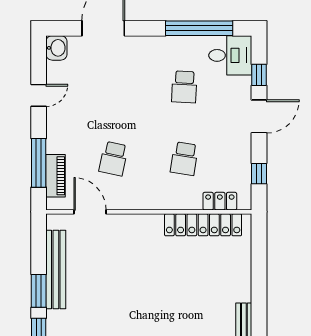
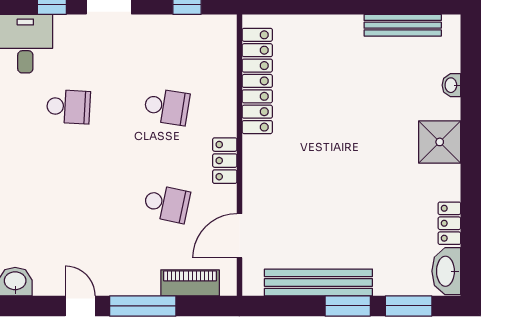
window: (39, 163) -> (143, 306), moved
locker: (220, 201) -> (225, 161), moved

